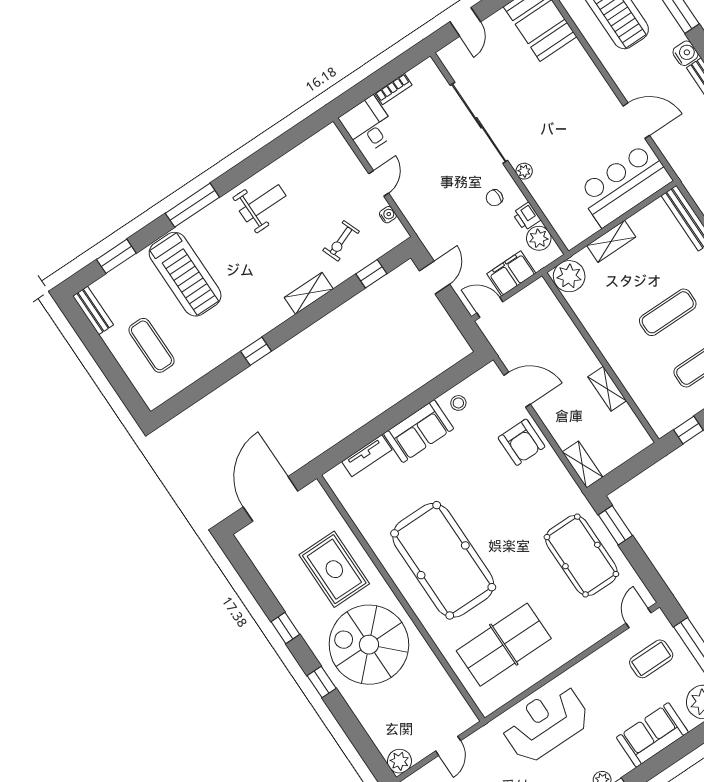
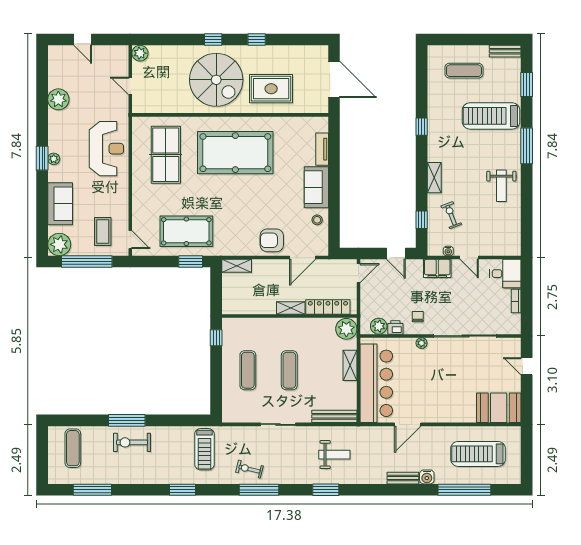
bar counter: (625, 185) -> (376, 383), width x1.36
filing cabinet: (511, 274) -> (437, 268), moved, turned 90
locker: (557, 317) -> (328, 307), added
shelving: (607, 389) -> (291, 308), moved
spiral stairs: (369, 645) -> (216, 80), turned 90

